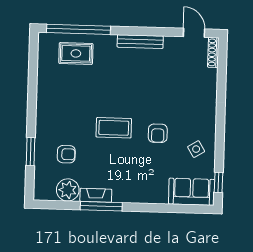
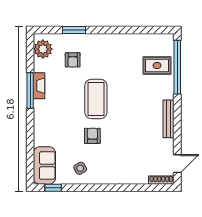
rug: (76, 53) -> (157, 65), turned 90
coffee table: (114, 128) -> (96, 99), width x1.36, depth x1.32
armchair: (158, 133) -> (92, 136), turned 90
plant: (68, 190) -> (43, 49), moved

